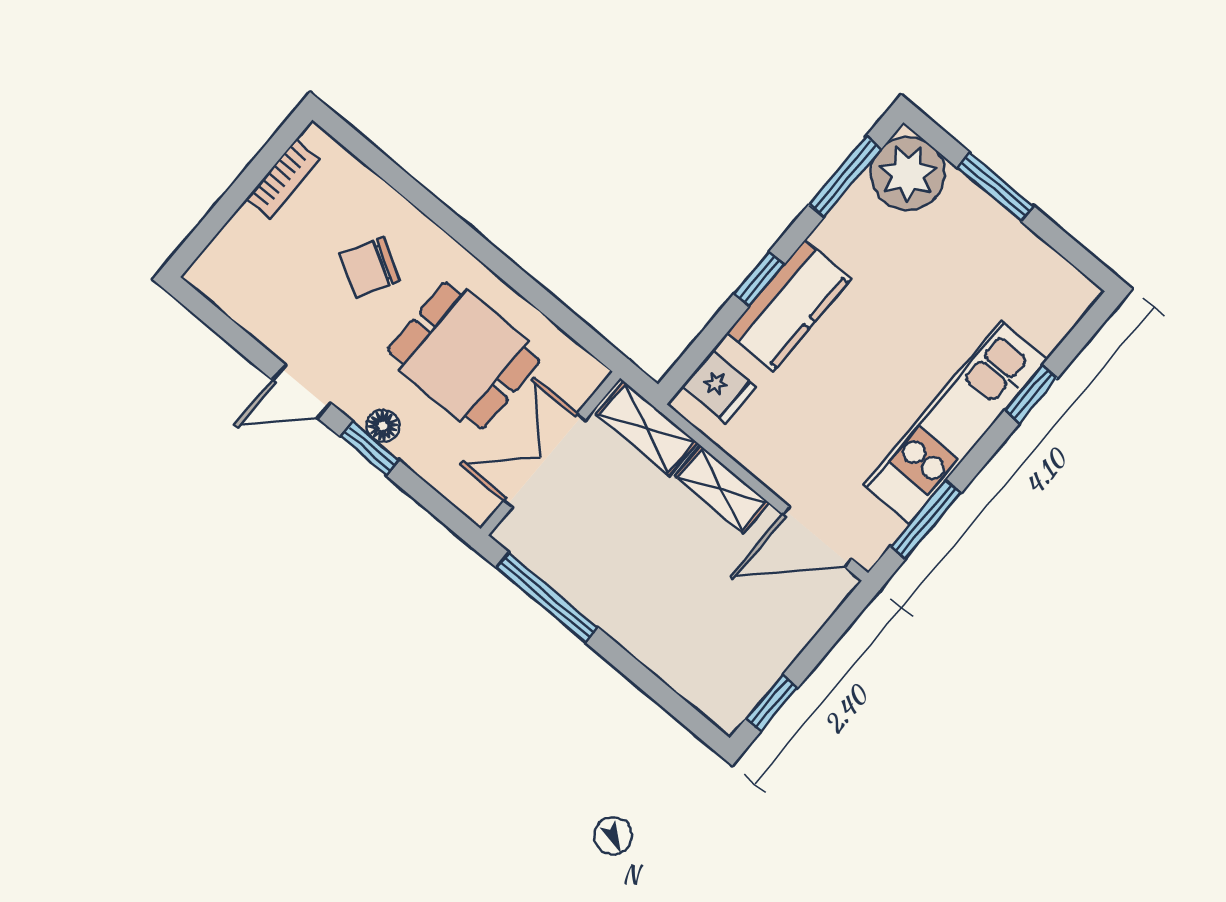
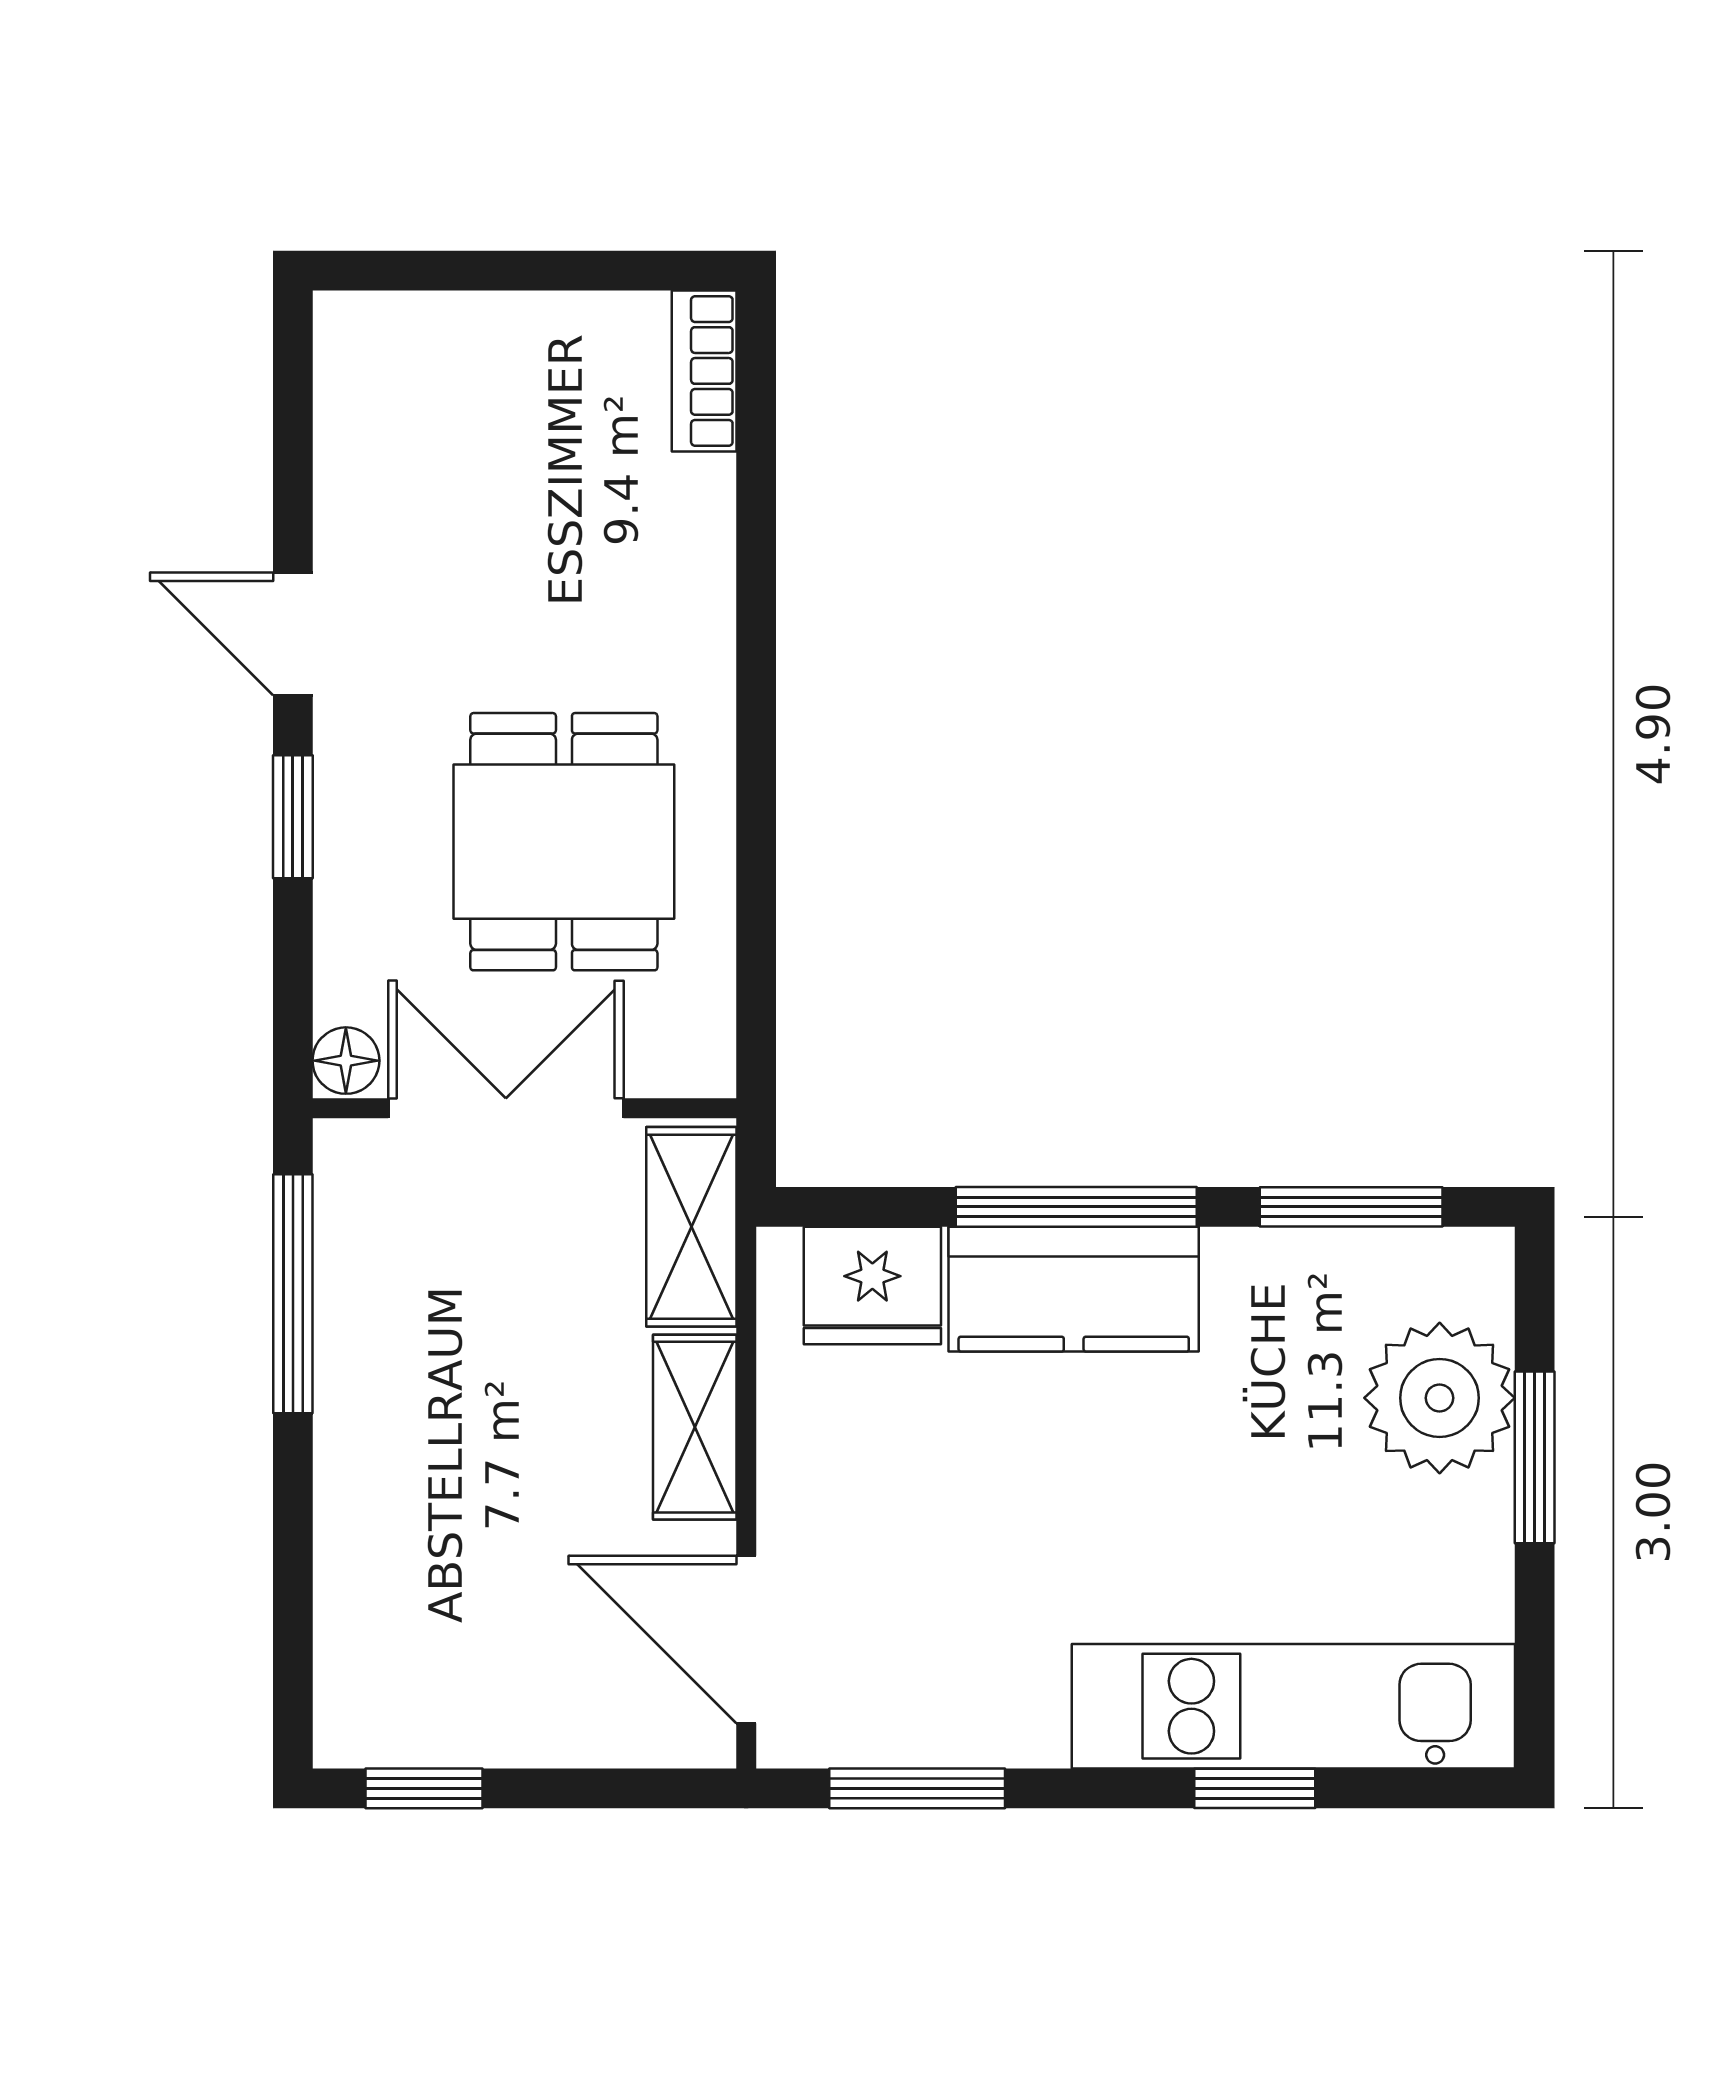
plant: (908, 174) -> (1440, 1398), moved
bookcase: (283, 179) -> (704, 371), moved, turned 90
chair: (370, 267) -> (579, 576), removed
window: (759, 279) -> (1076, 1207), width x2.17
fridge: (719, 386) -> (872, 1286), width x1.38
kitchen unit: (955, 422) -> (1293, 1706), moved
floor lamp: (383, 426) -> (346, 1061), moved

